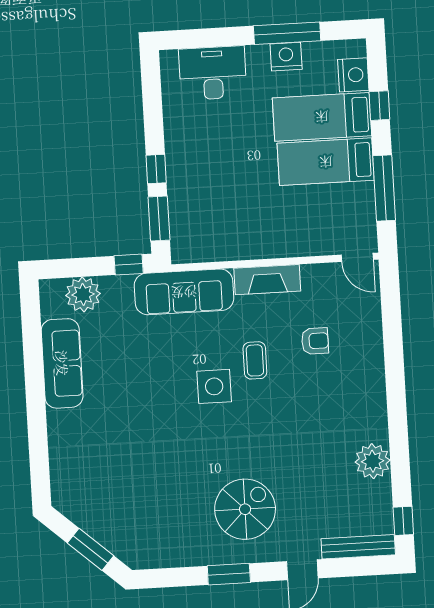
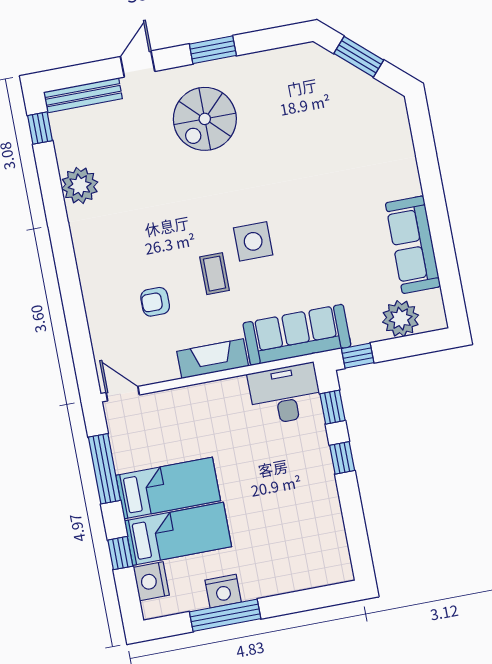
desk: (213, 73) -> (285, 394), moved, turned 180
window: (159, 219) -> (332, 407), width x0.67

